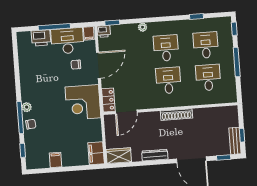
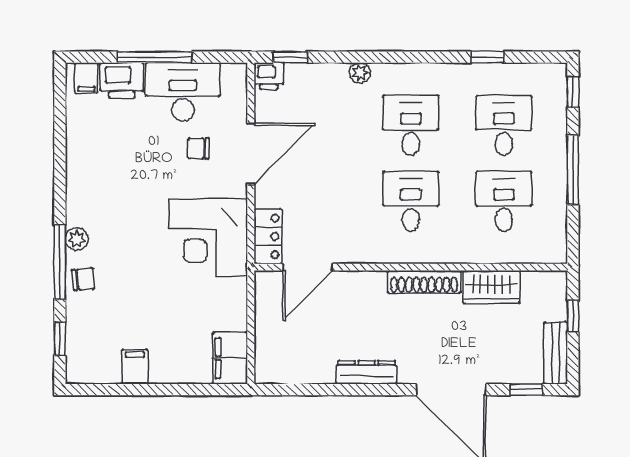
filing cabinet: (89, 33) -> (86, 78), moved
window: (242, 135) -> (573, 316), moved
wardrobe: (119, 156) -> (491, 287), moved, turned 180

